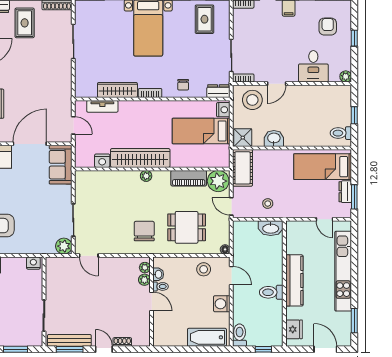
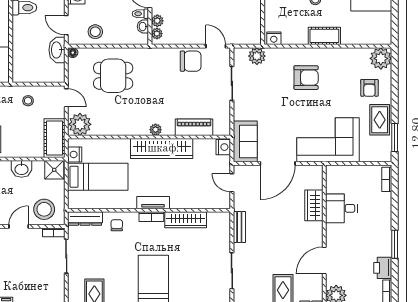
bench: (66, 83) -> (239, 227), added
dresser: (218, 91) -> (85, 219), width x1.44
tv unit: (102, 106) -> (153, 203), moved
nightstand: (223, 110) -> (75, 154), moved
nightstand: (102, 161) -> (223, 147), moved, turned 90
piano: (189, 178) -> (194, 127), moved
washbasin: (271, 228) -> (57, 50), moved, turned -90
chair: (144, 231) -> (191, 61), moved, turned -90
plant: (64, 246) -> (257, 56), moved

